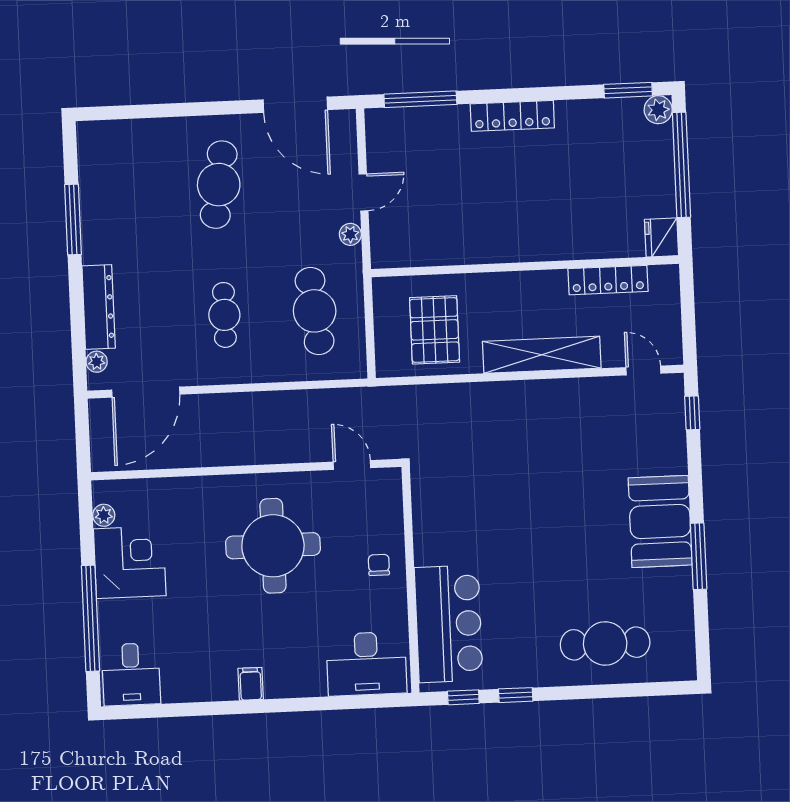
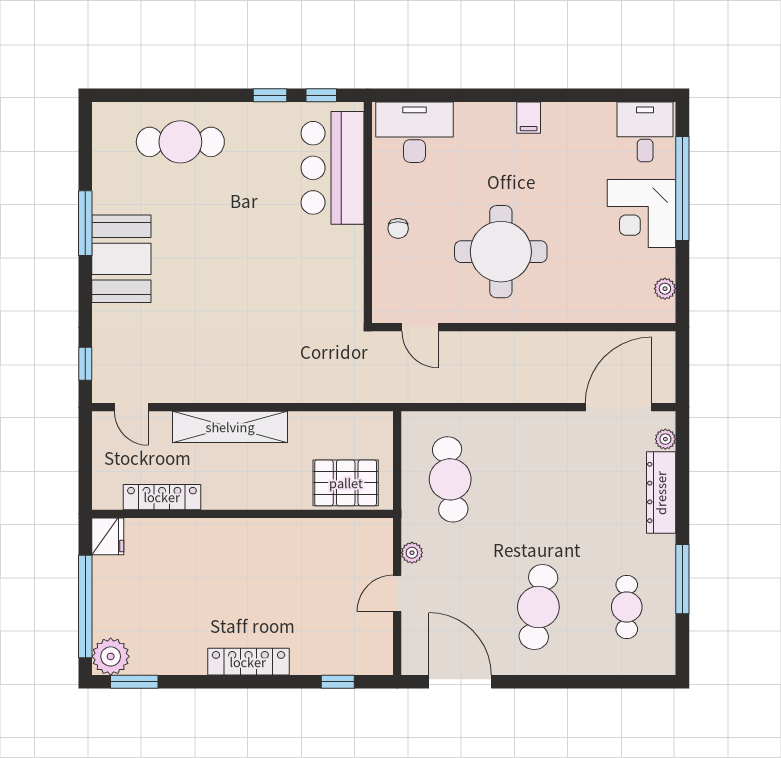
window: (420, 99) -> (338, 682), width x0.46
plant: (658, 110) -> (111, 656), width x1.36, depth x1.36
cafe table: (224, 315) -> (627, 607), moved
pallet: (435, 330) -> (346, 483), moved, turned 90
corner desk: (130, 562) -> (642, 214), moved

